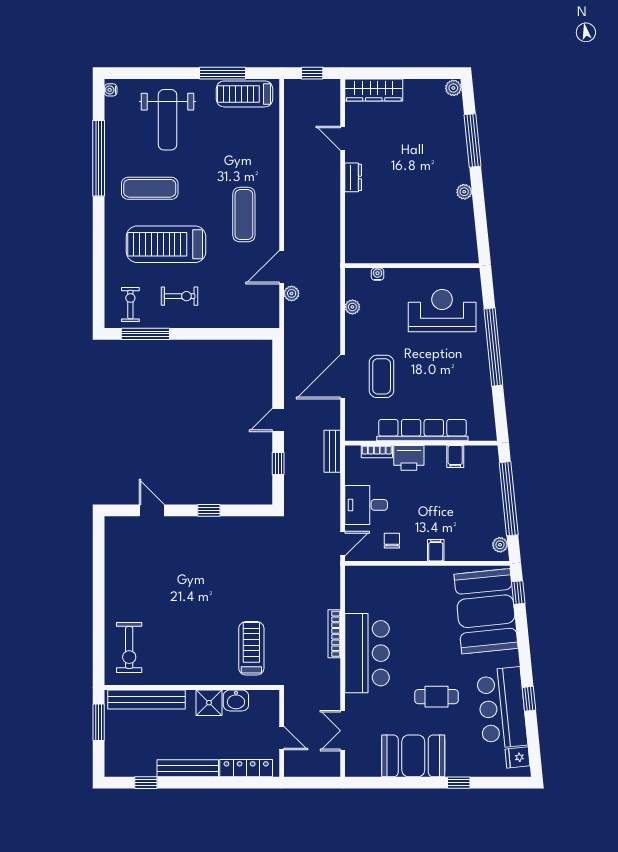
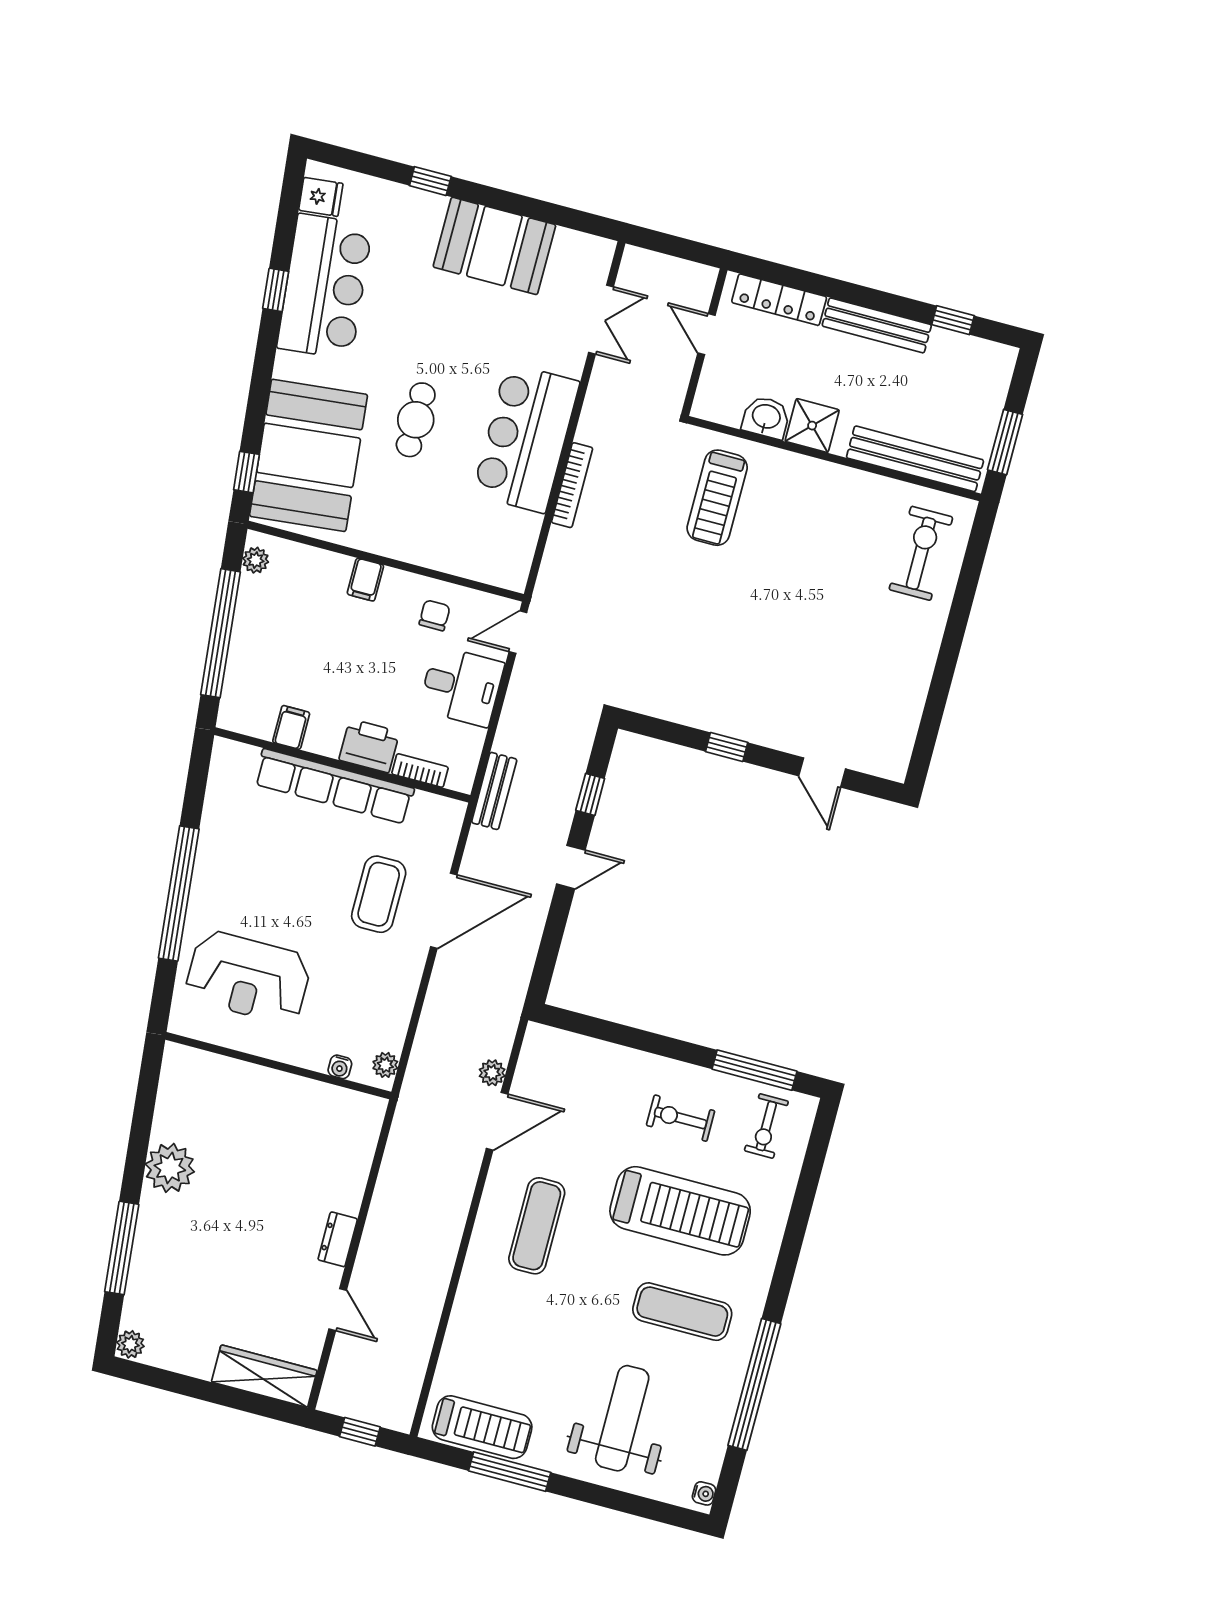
plant: (464, 192) -> (170, 1168), width x1.87, depth x1.87
plant: (352, 307) -> (385, 1065), moved
chair: (392, 541) -> (435, 615), turned 180
cafe table: (437, 697) -> (416, 420), moved, turned 90

